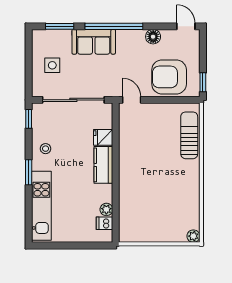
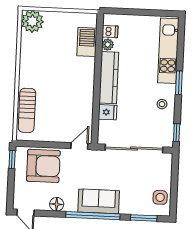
sofa: (94, 42) -> (99, 201), moved
side table: (52, 65) -> (160, 197), moved
door: (132, 100) -> (79, 146), swing flipped
kitchen counter: (103, 165) -> (109, 78), width x1.50
barbecue: (129, 211) -> (87, 42), added
plant: (193, 236) -> (32, 21), width x1.88, depth x1.88

